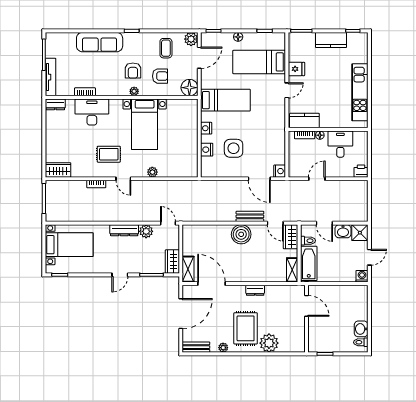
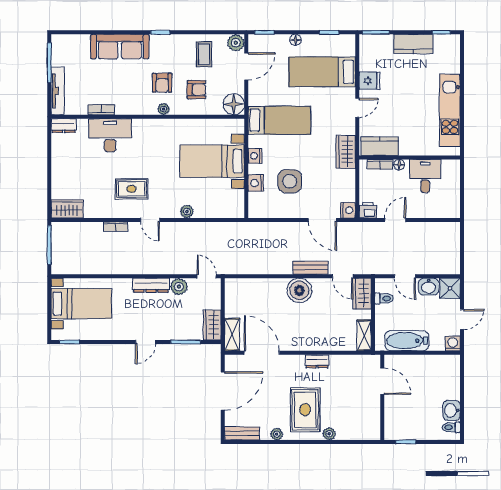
bed with nightstands: (145, 124) -> (212, 161), moved, turned 90
wardrobe: (278, 125) -> (346, 152), added
printer: (361, 171) -> (368, 210), moved
bathtub: (309, 263) -> (407, 341), moved, turned -90
plant: (269, 343) -> (329, 434), width x0.53, depth x0.53

